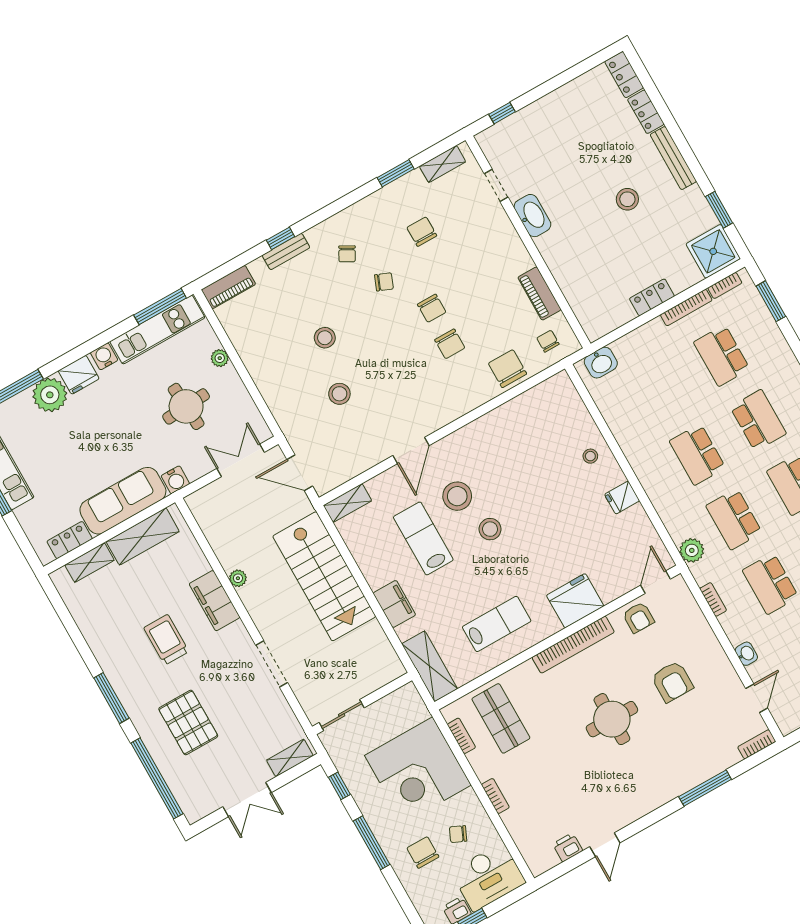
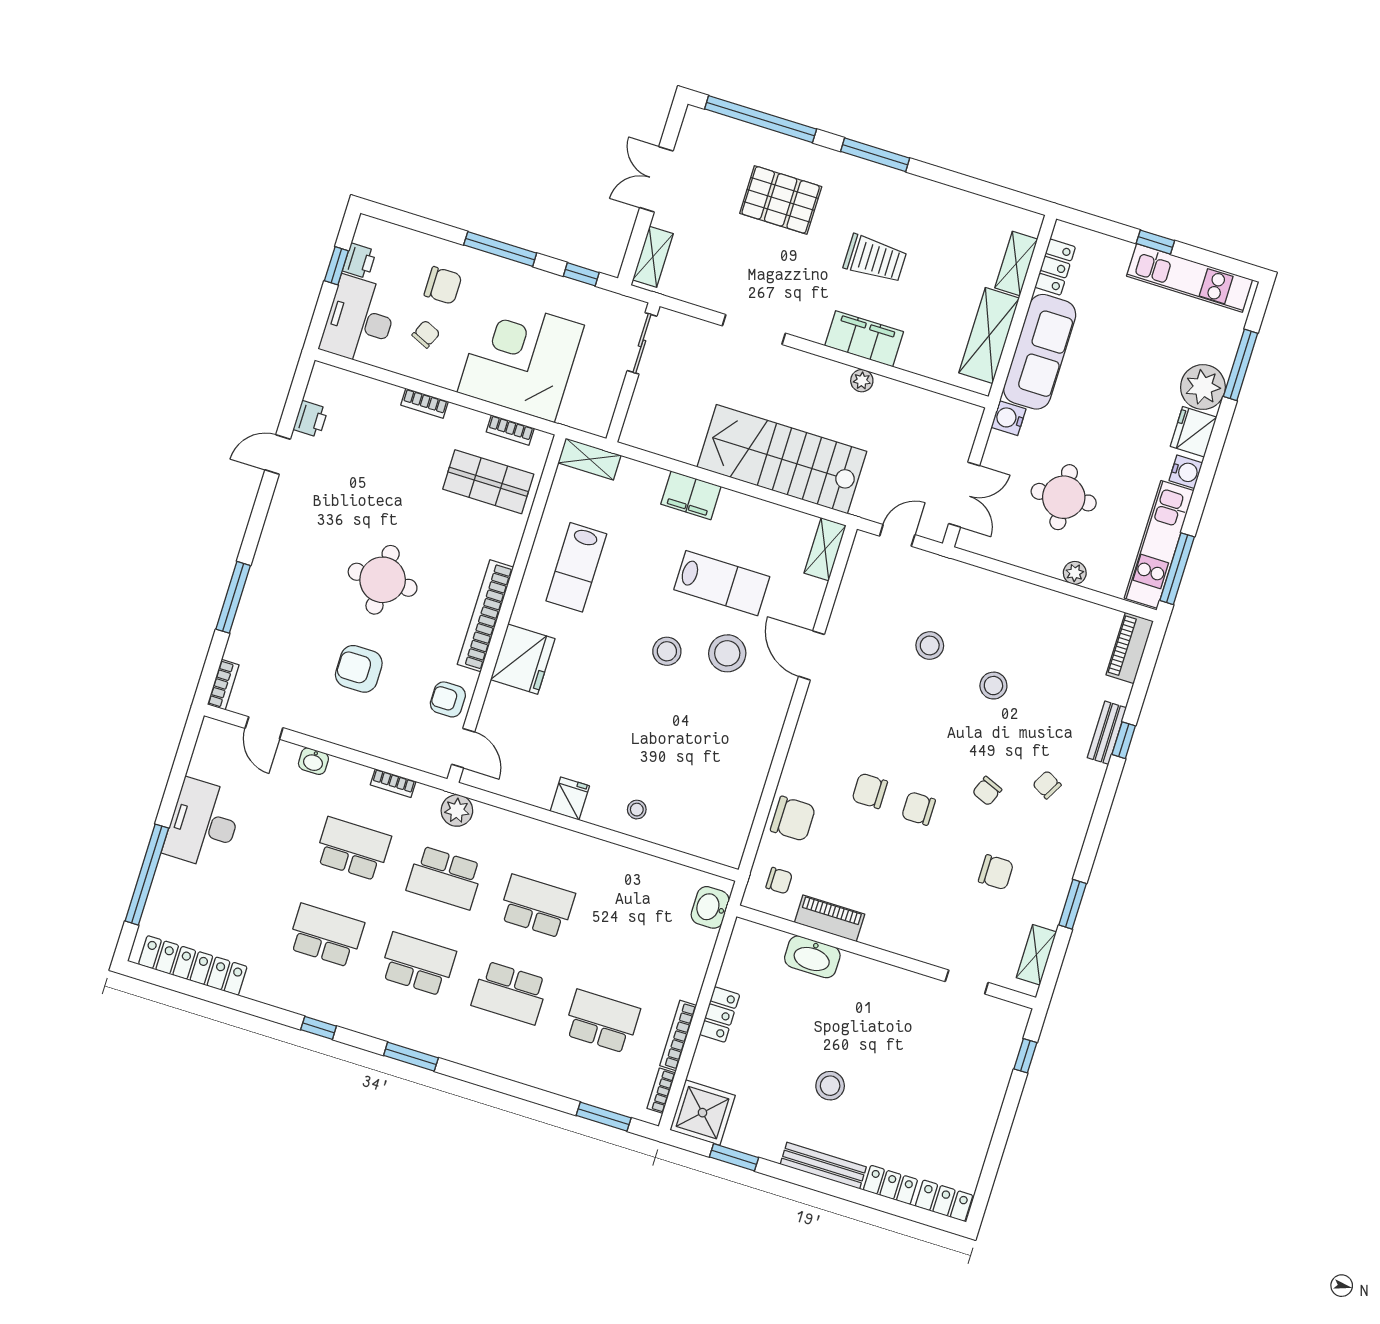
washbasin: (532, 216) -> (812, 957), moved
door: (300, 473) -> (897, 535), width x0.73
school desk: (734, 519) -> (445, 878), turned 180
shelving: (430, 666) -> (589, 459), width x0.67, depth x0.75
door: (605, 845) -> (278, 455), hinge flipped

